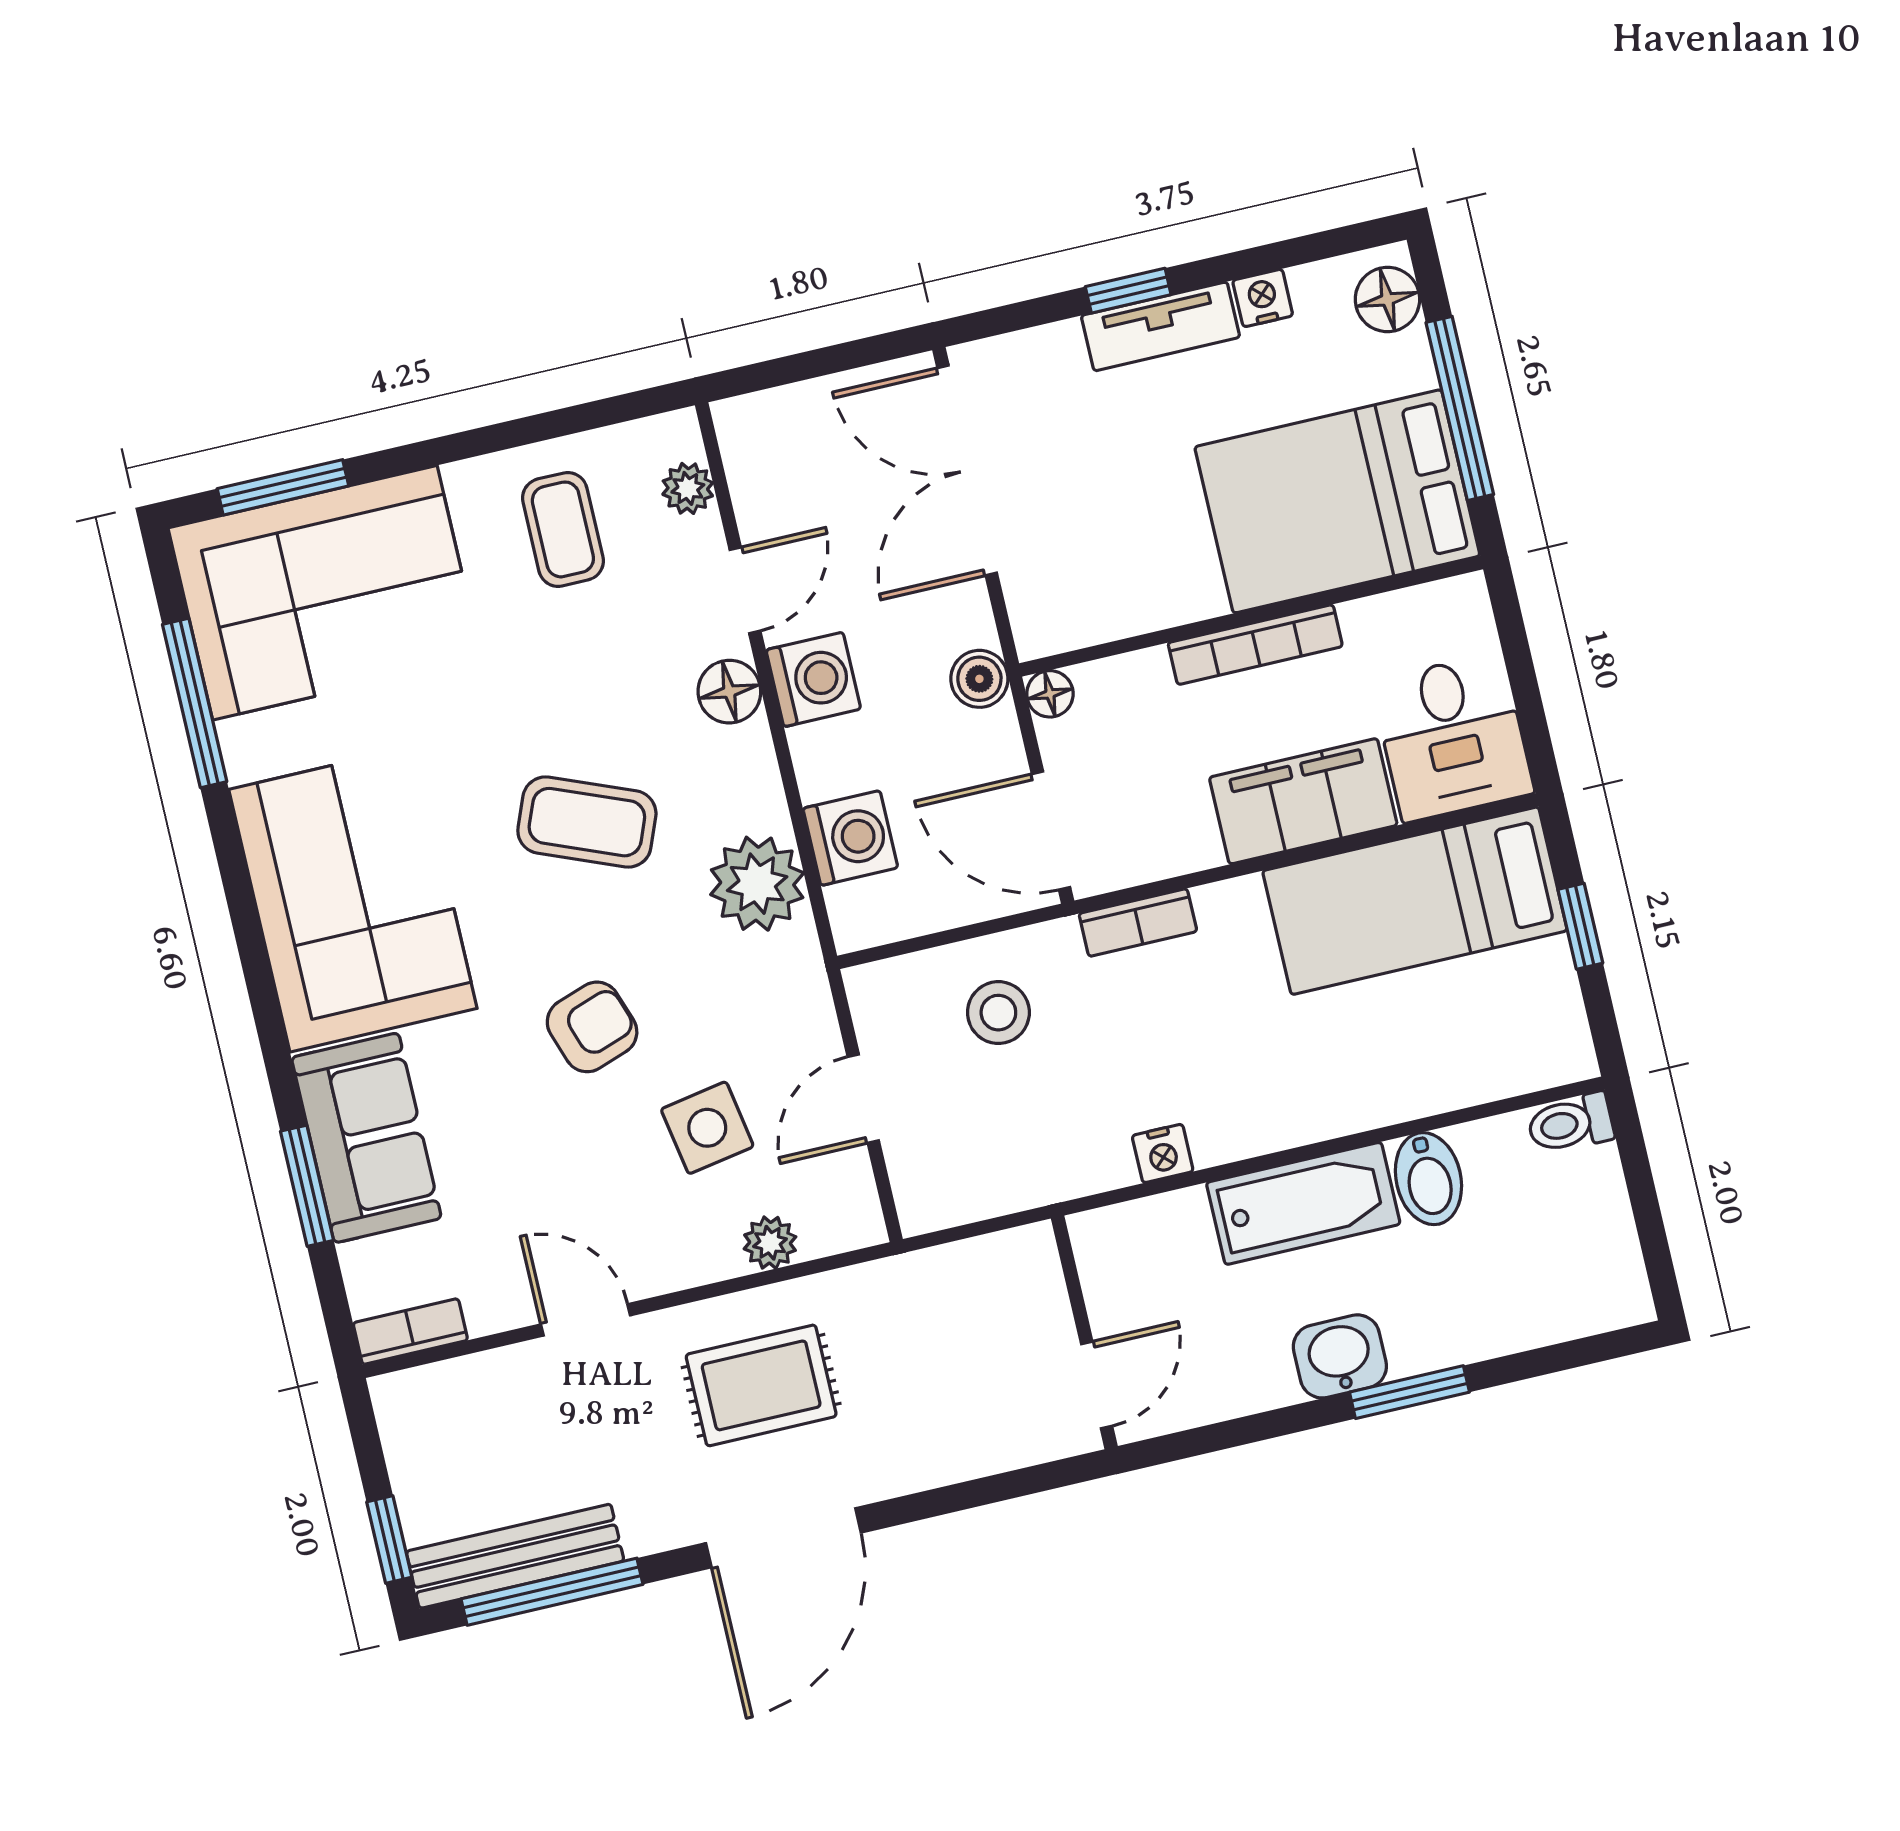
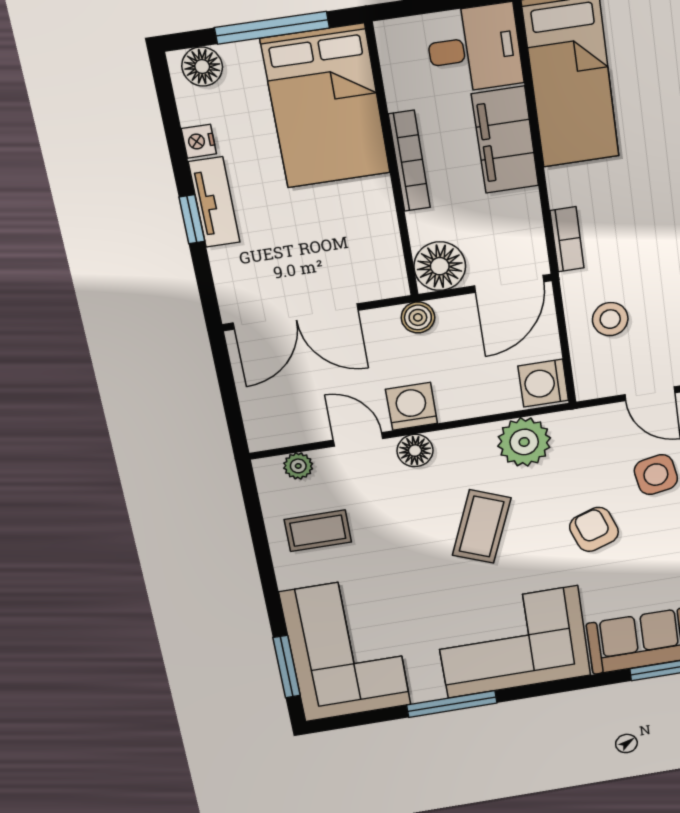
floor lamp: (1050, 694) -> (440, 266), width x1.89, depth x1.89
window: (195, 703) -> (452, 704), moved
washing machine: (850, 838) -> (543, 383), moved, turned -90

